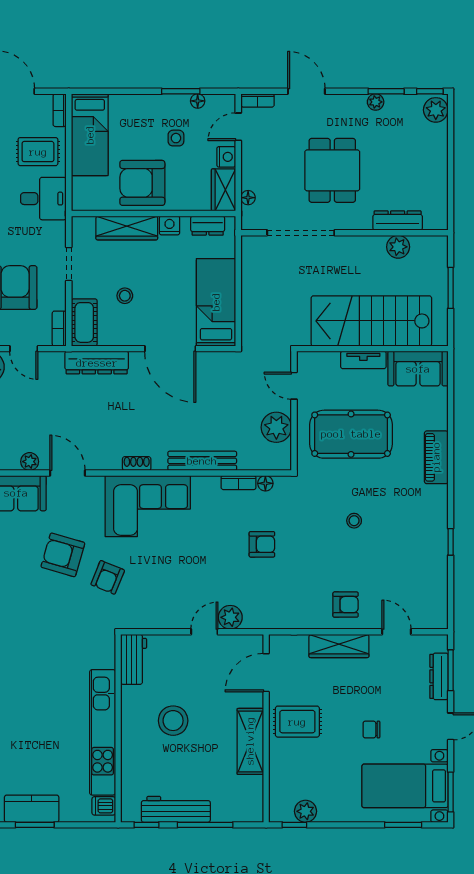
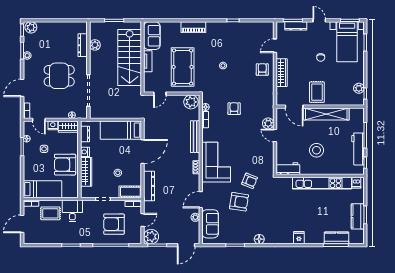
rug: (38, 152) -> (50, 213), turned 90
armchair: (142, 183) -> (65, 165), turned 90
plant: (276, 427) -> (191, 102), moved
armchair: (63, 555) -> (239, 202), turned -97
shelving: (250, 741) -> (326, 114), width x1.47

